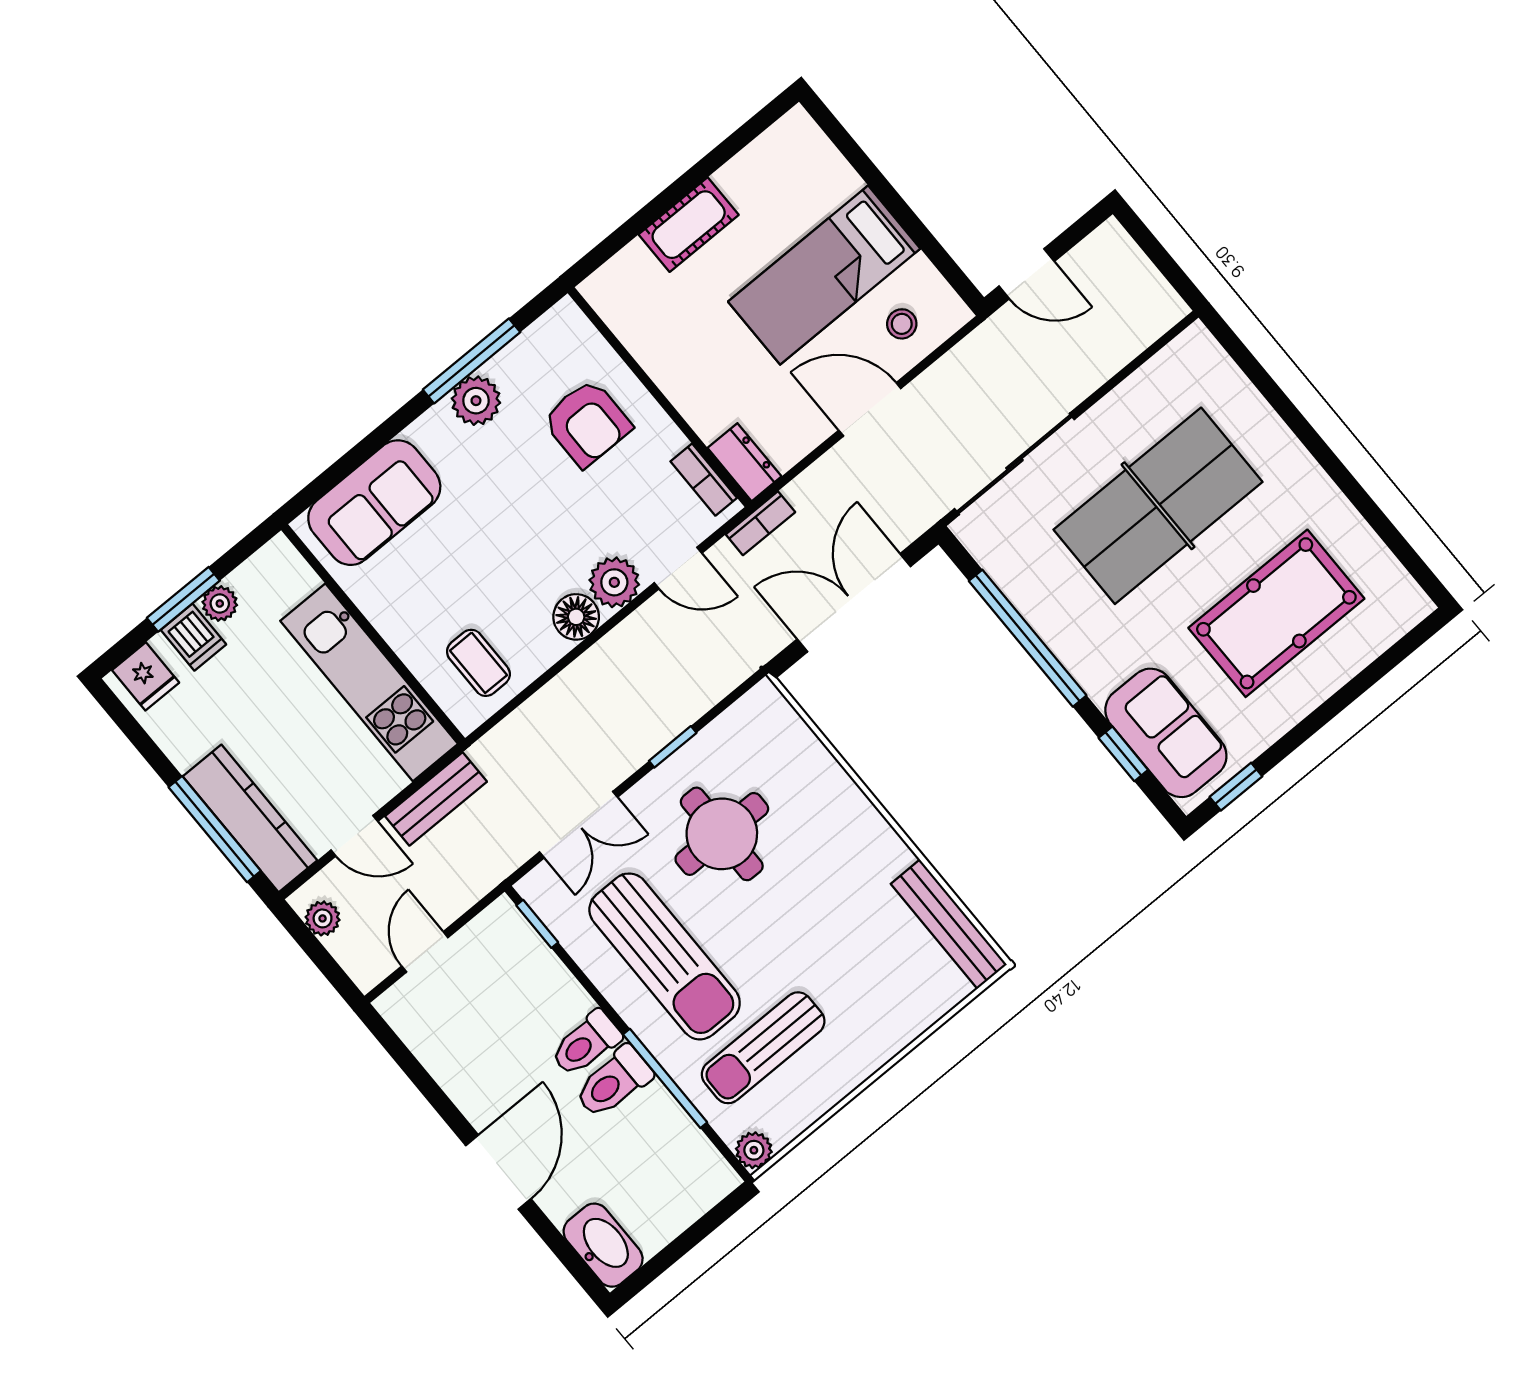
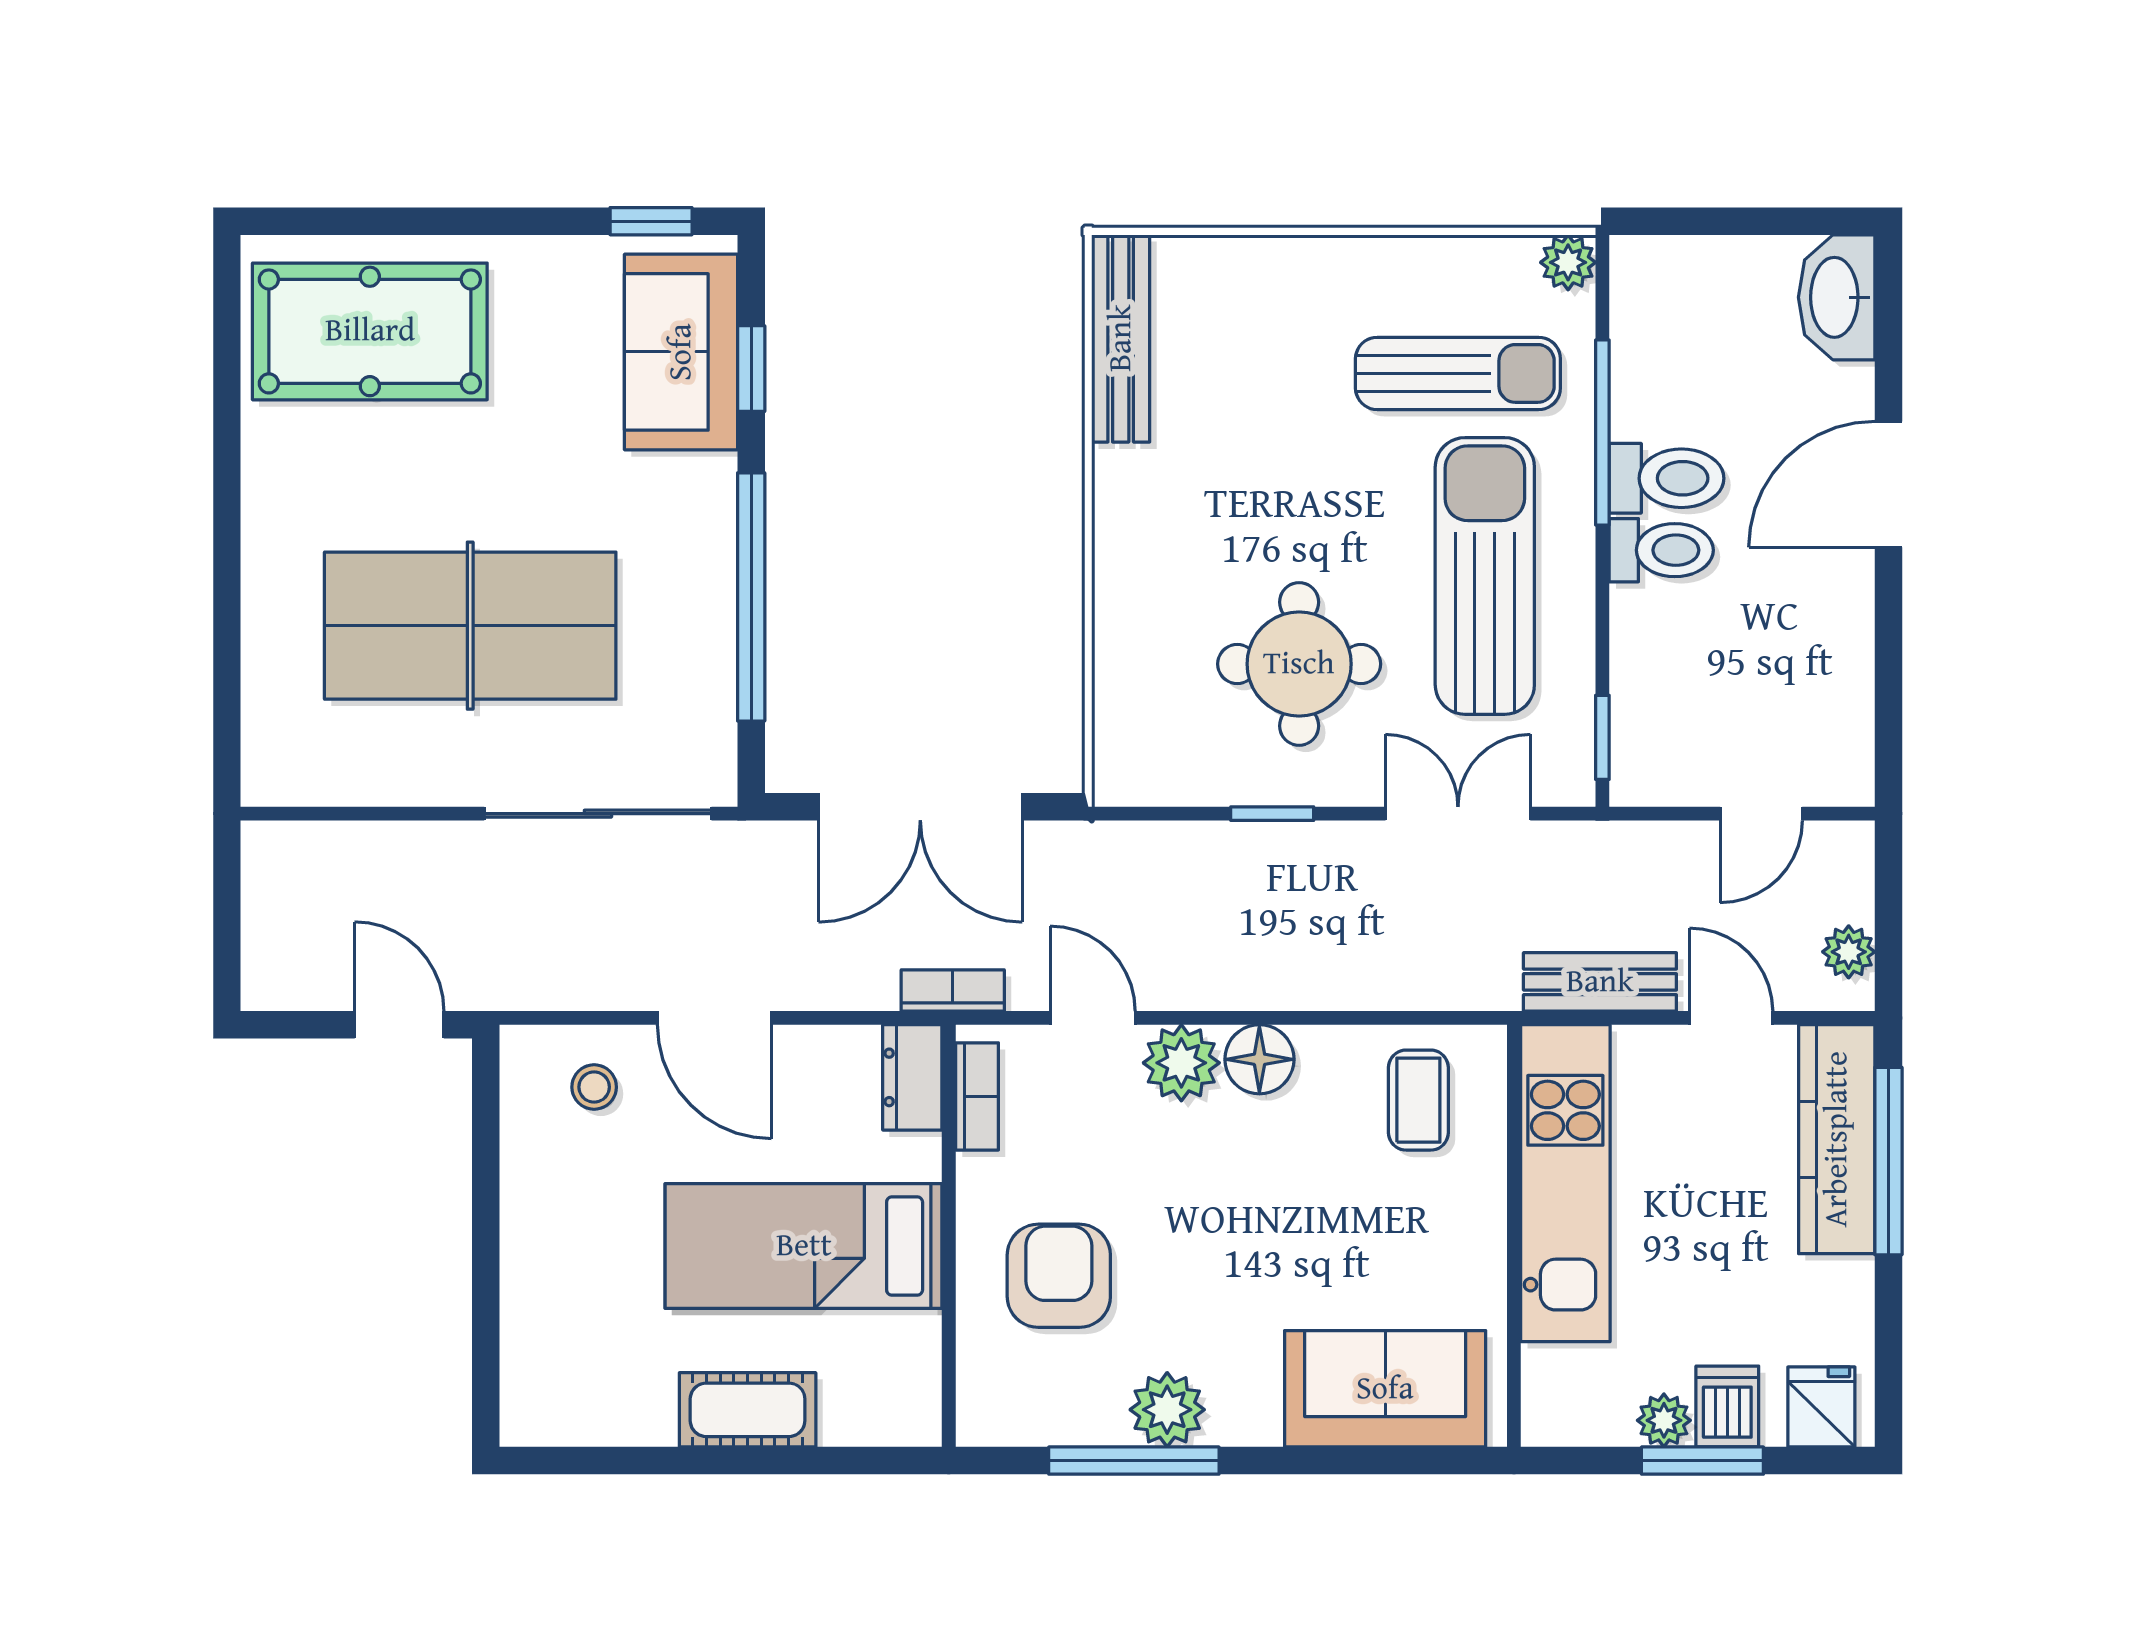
bed: (824, 275) -> (804, 1246), moved, turned 180
pool table: (1276, 613) -> (370, 331), moved

